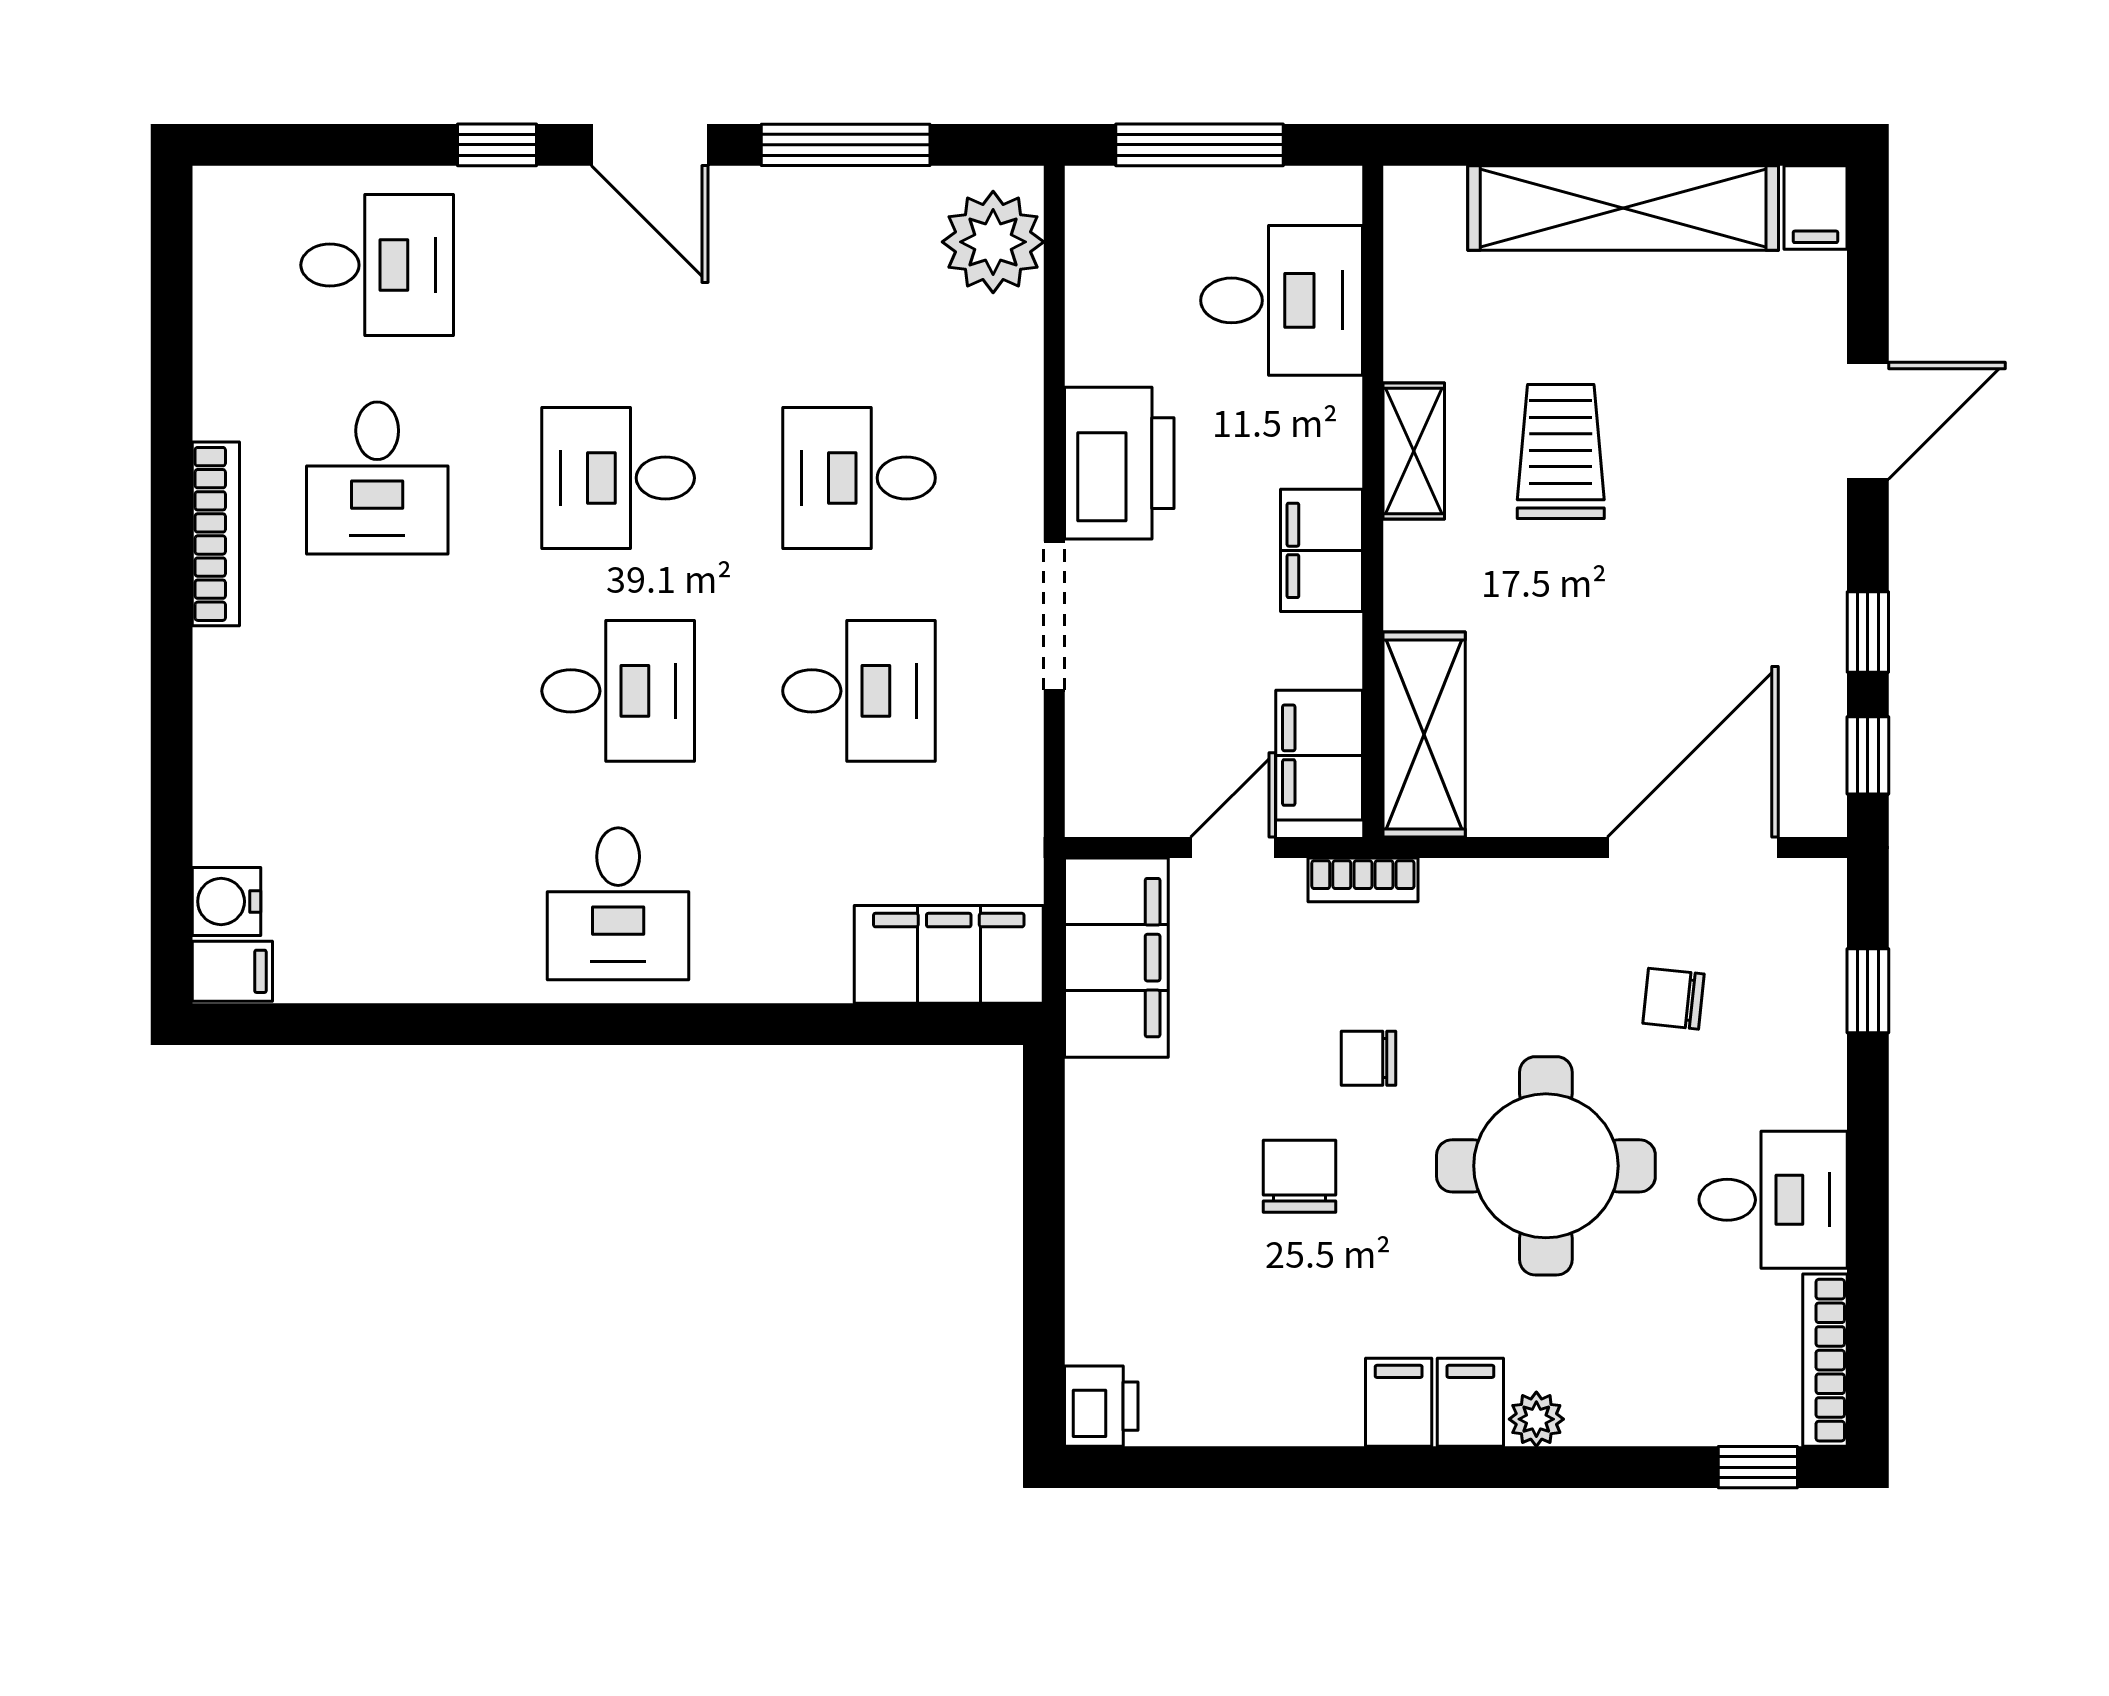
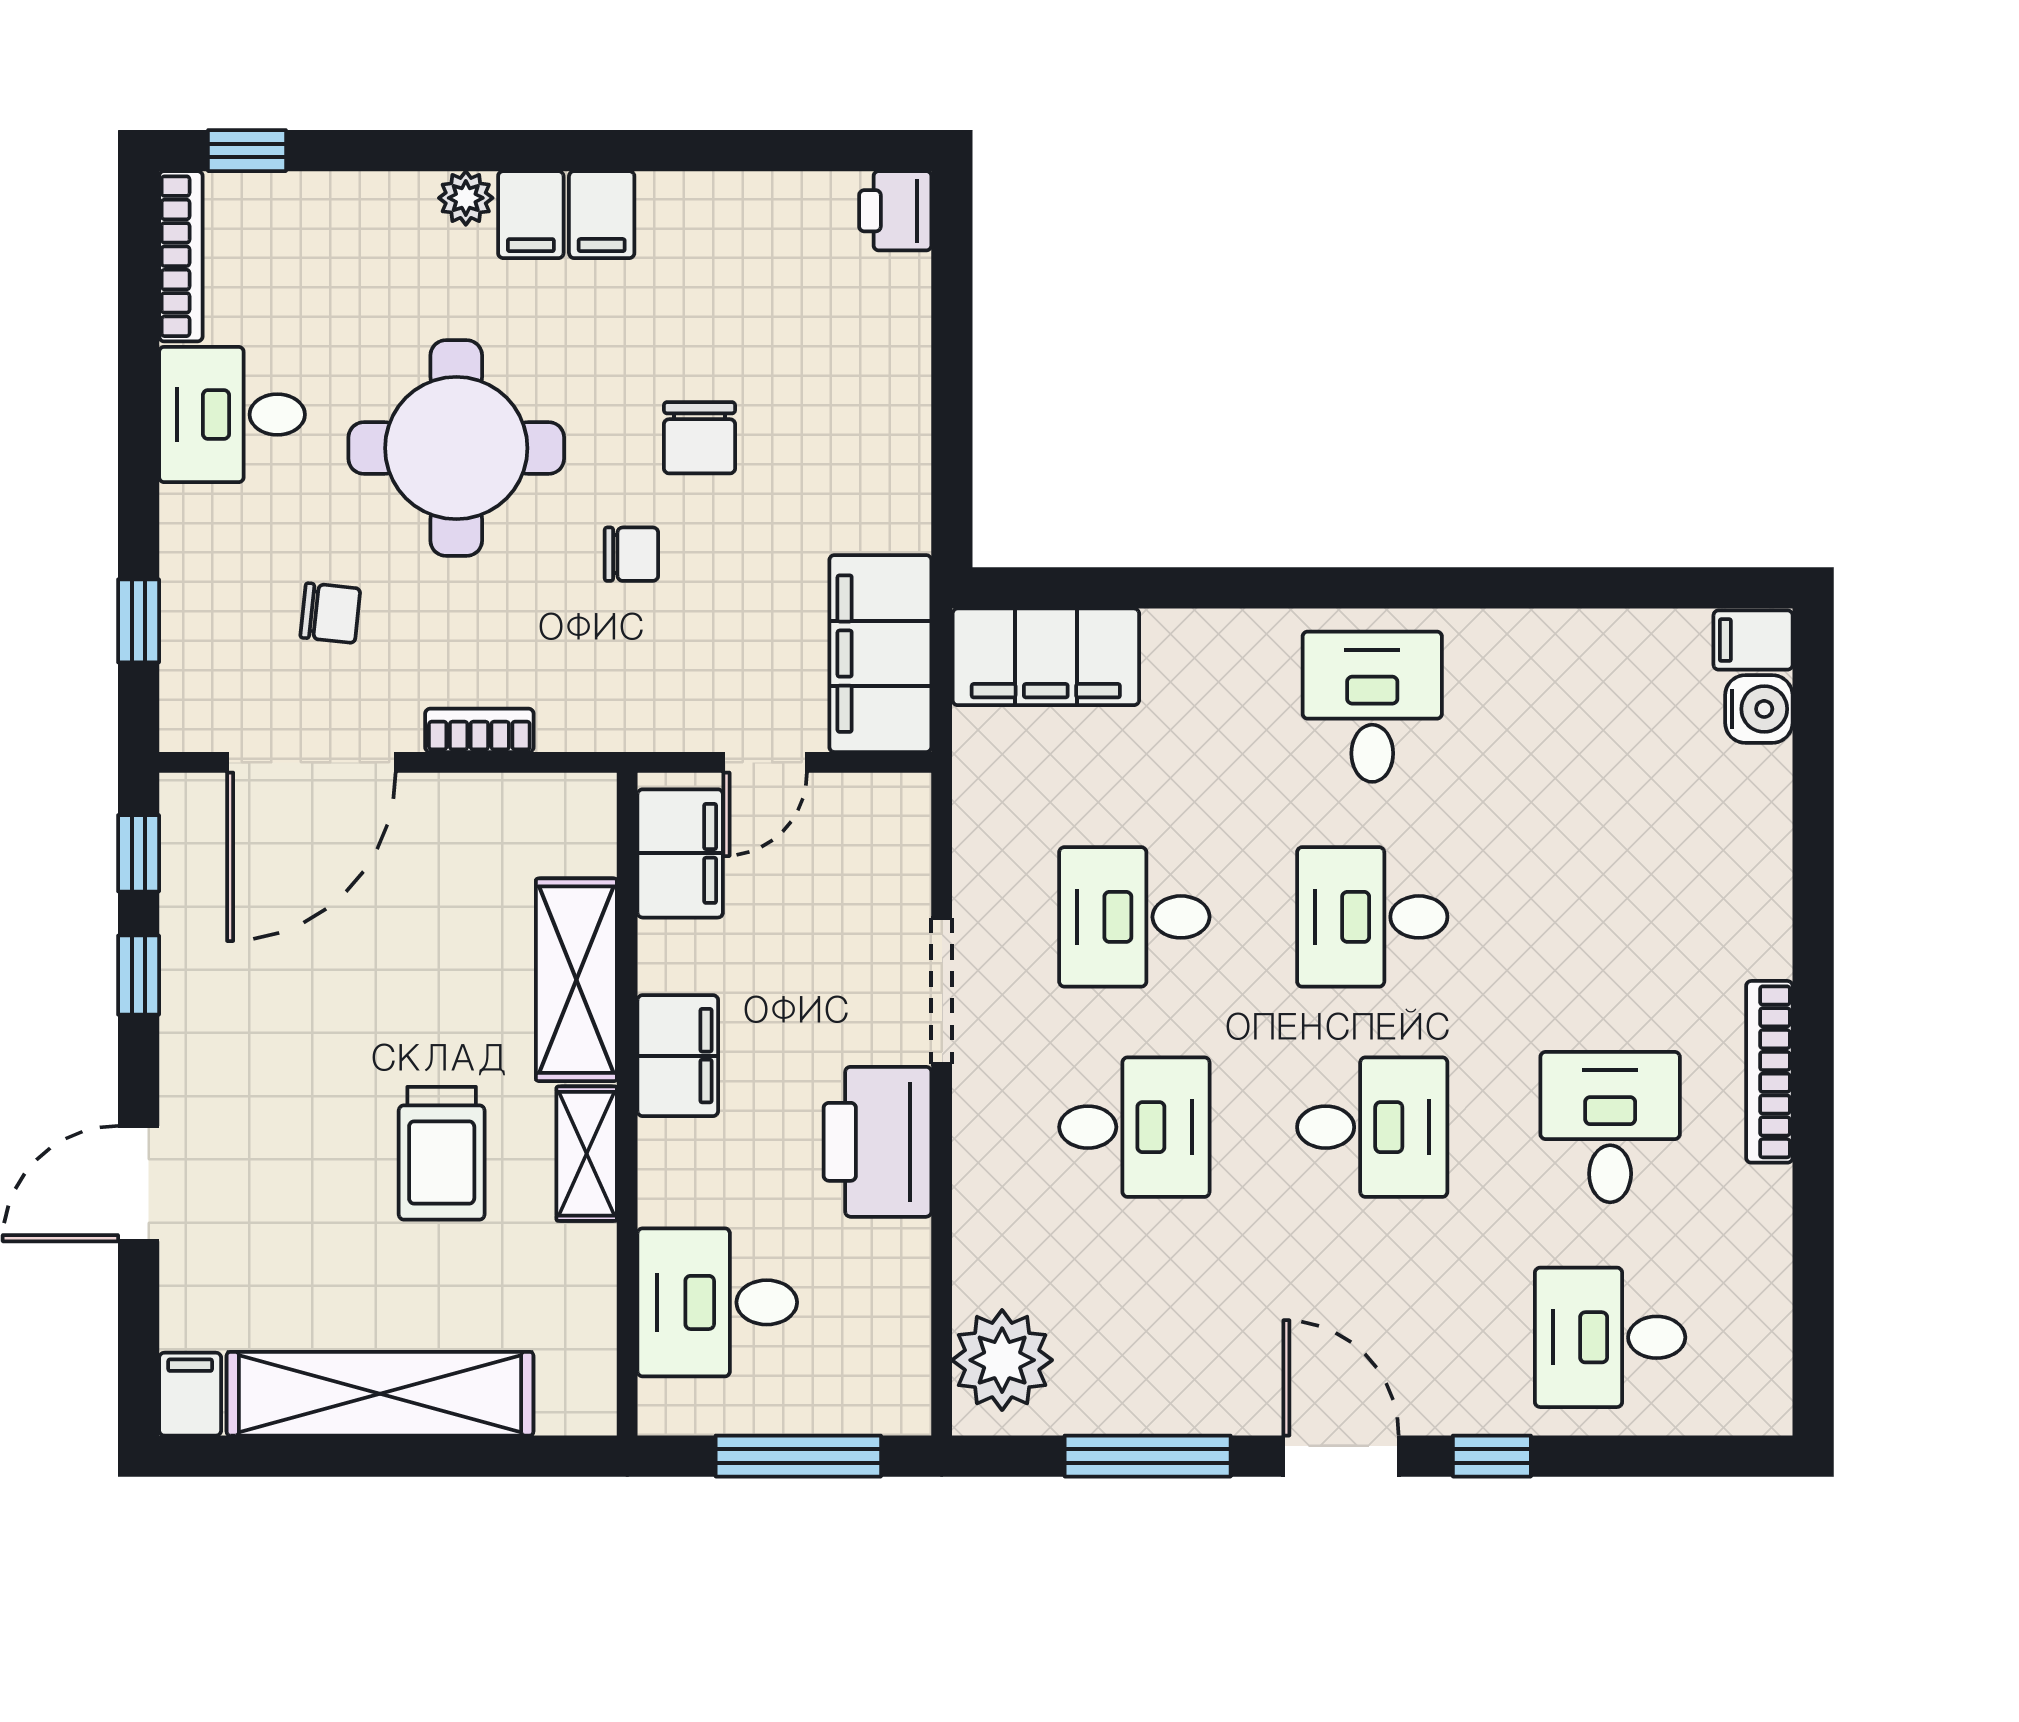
shelving: (1424, 734) -> (576, 980), moved
bookcase: (1363, 880) -> (479, 730), moved

